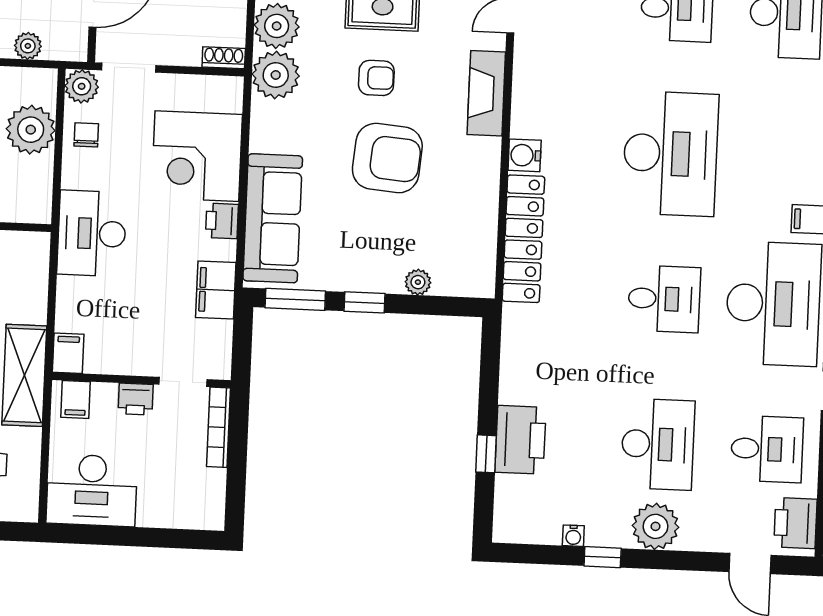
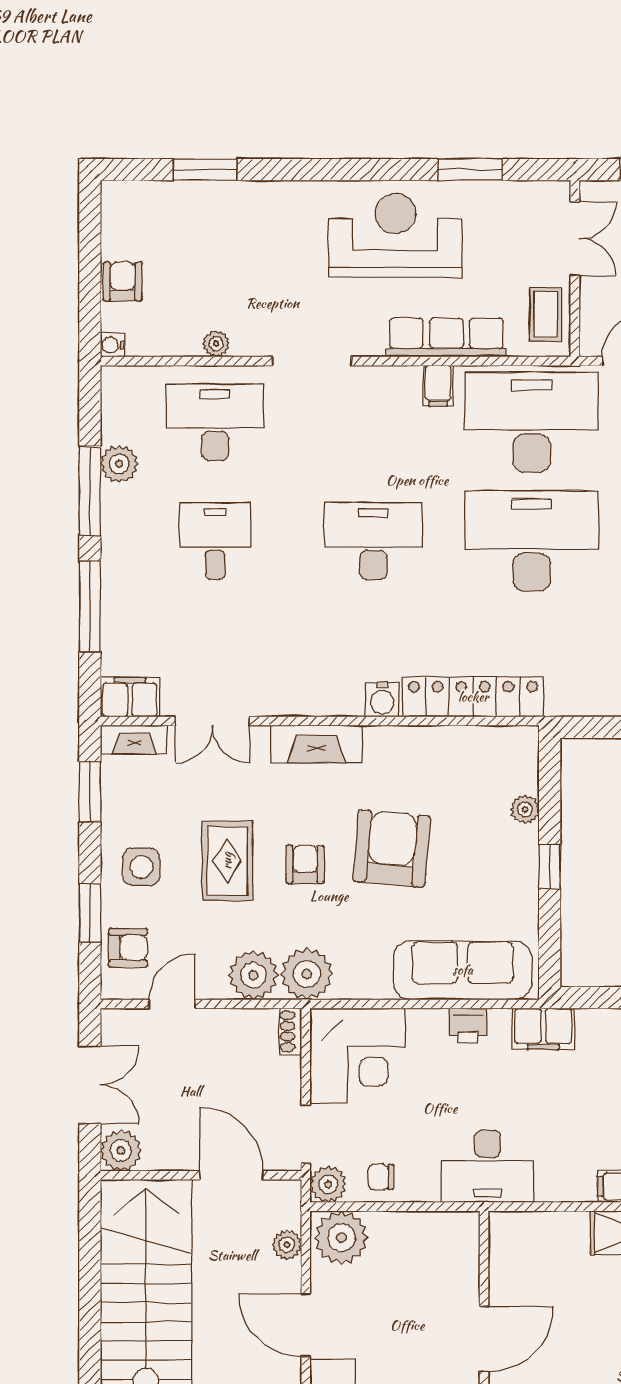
plant: (31, 130) -> (341, 1238), moved
desk: (670, 154) -> (373, 541), width x0.73, depth x0.77
corner desk: (197, 156) -> (357, 1056), moved
window: (295, 299) -> (550, 942), removed
desk: (664, 299) -> (532, 541), width x1.87, depth x1.30

